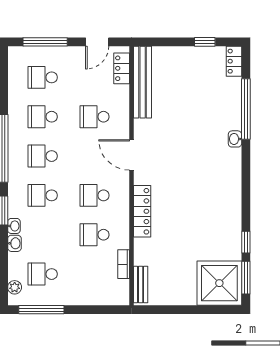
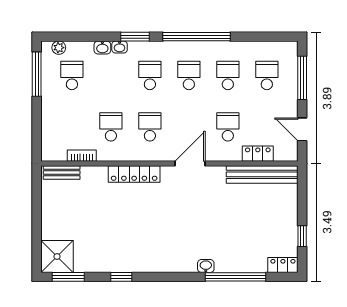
locker: (122, 68) -> (258, 154), moved
window: (246, 242) -> (121, 277), moved
shower: (219, 283) -> (57, 256), width x0.73, depth x0.73

